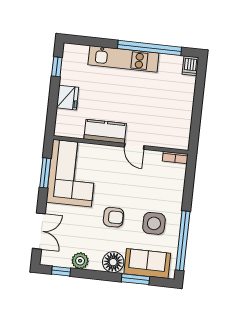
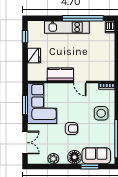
side table: (154, 223) -> (101, 113), moved
window: (61, 271) -> (42, 167), removed

